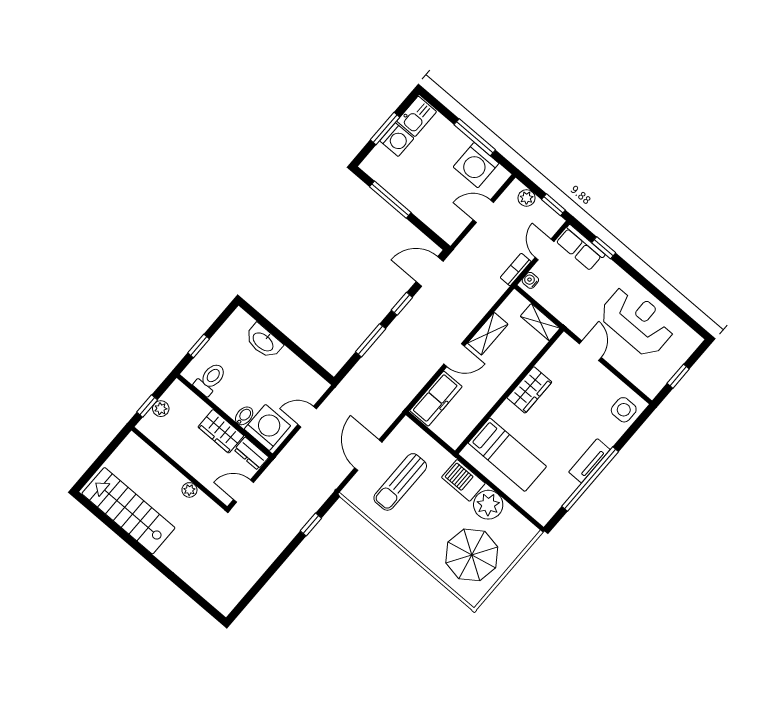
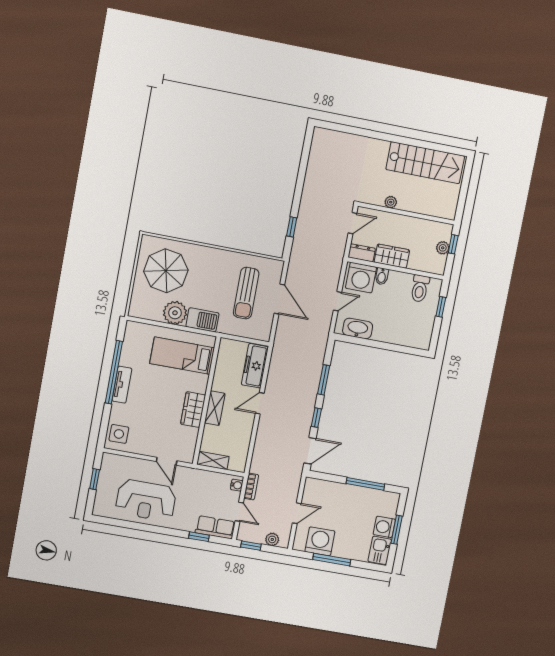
shelving: (488, 334) -> (215, 408), moved
washbasin: (263, 341) -> (358, 328), moved
sun lounger: (400, 482) -> (246, 293), turned 180

